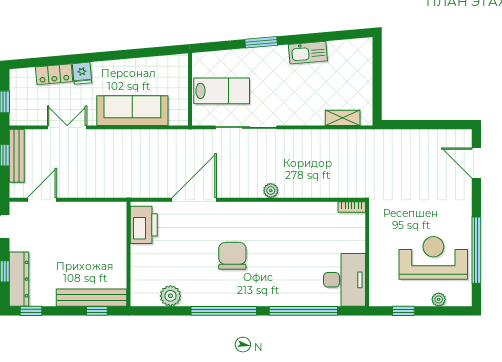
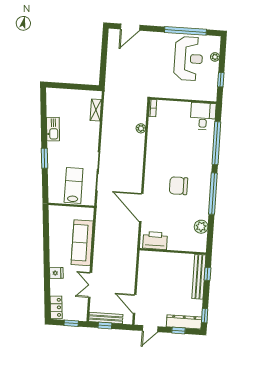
locker: (54, 74) -> (56, 307), moved
plant: (271, 191) -> (141, 128), moved
reception desk: (433, 258) -> (188, 59), turned 180
desk: (344, 280) -> (203, 116), width x0.73

